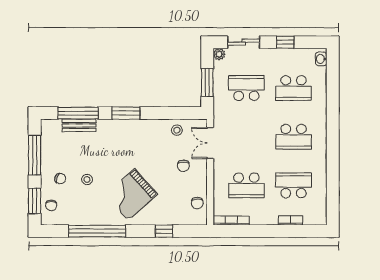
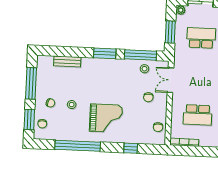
window: (78, 113) -> (140, 55), moved
grand piano: (131, 195) -> (106, 118), turned -138

